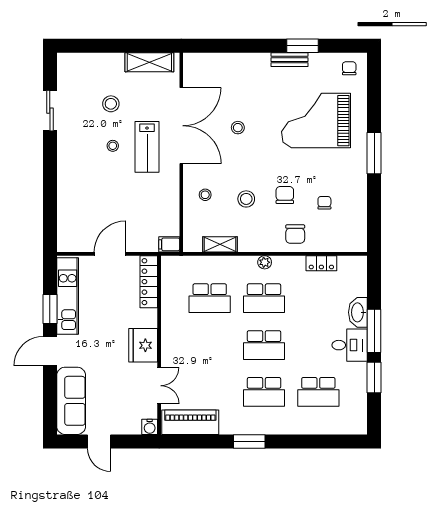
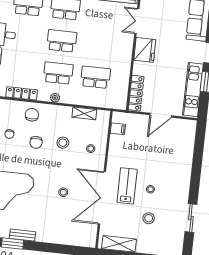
filing cabinet: (169, 244) -> (118, 129), moved
locker: (321, 263) -> (22, 93), width x1.53

